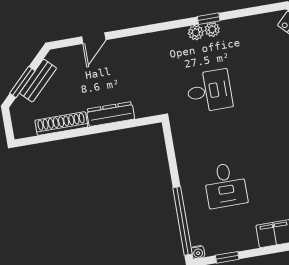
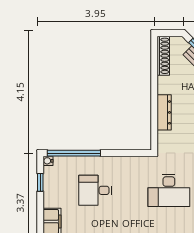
desk: (209, 91) -> (169, 190), width x1.37
shoe rack: (61, 124) -> (163, 56), moved

